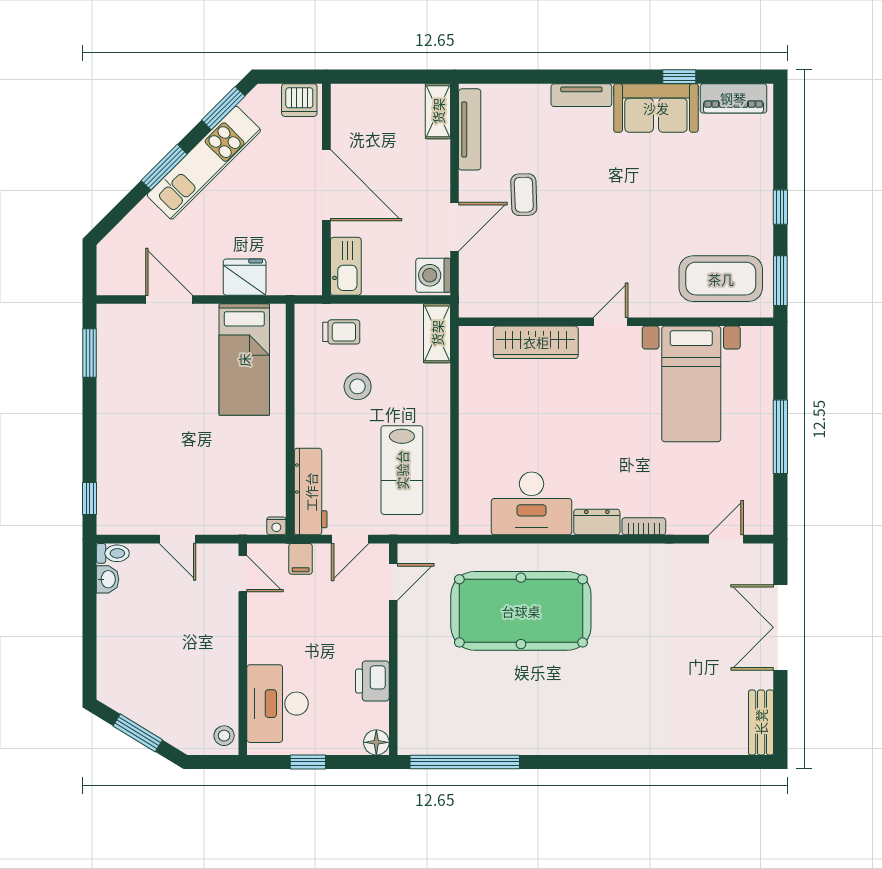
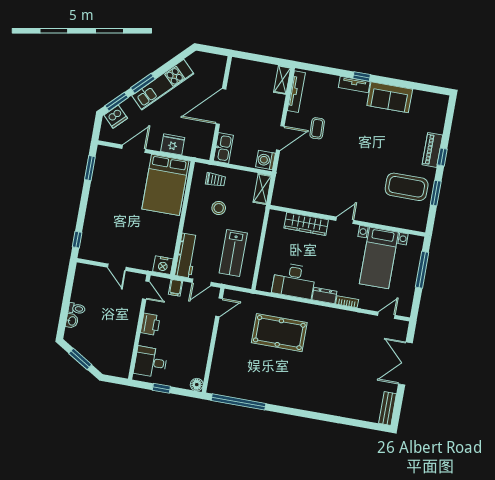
window: (679, 77) -> (362, 76), moved
piano: (733, 98) -> (432, 150), moved, turned 90
dishwasher: (299, 100) -> (116, 117), moved, turned -45
window: (223, 108) -> (117, 102), moved
door: (326, 185) -> (221, 106), swing flipped
door: (169, 300) -> (134, 149), hinge flipped
door: (610, 322) -> (345, 220), moved
wall: (616, 322) -> (347, 221), moved
wardrobe: (536, 342) -> (306, 224), moved
bed: (244, 360) -> (165, 185), width x1.50
bed with nightstands: (691, 384) -> (379, 258), moved
nightstand: (276, 526) -> (163, 265), width x1.89, depth x1.79
toilet: (113, 553) -> (77, 309), moved
washbasin: (108, 579) -> (72, 321), moved
pool table: (521, 611) -> (279, 333), width x0.73, depth x0.76
printer: (372, 681) -> (150, 324), moved, turned 180
desk: (278, 704) -> (151, 362), width x0.73
stool: (224, 736) -> (123, 368), removed

